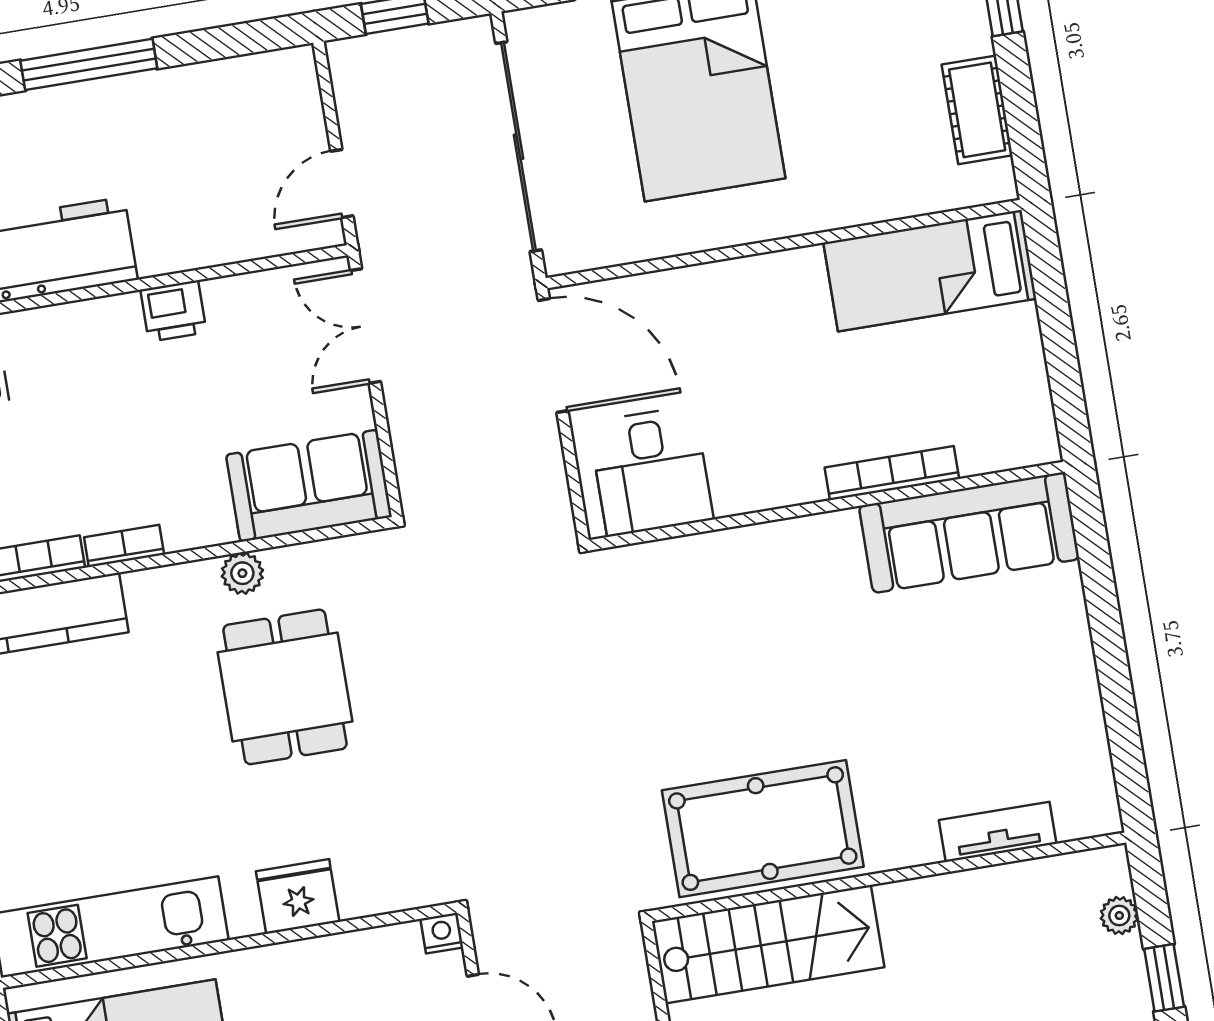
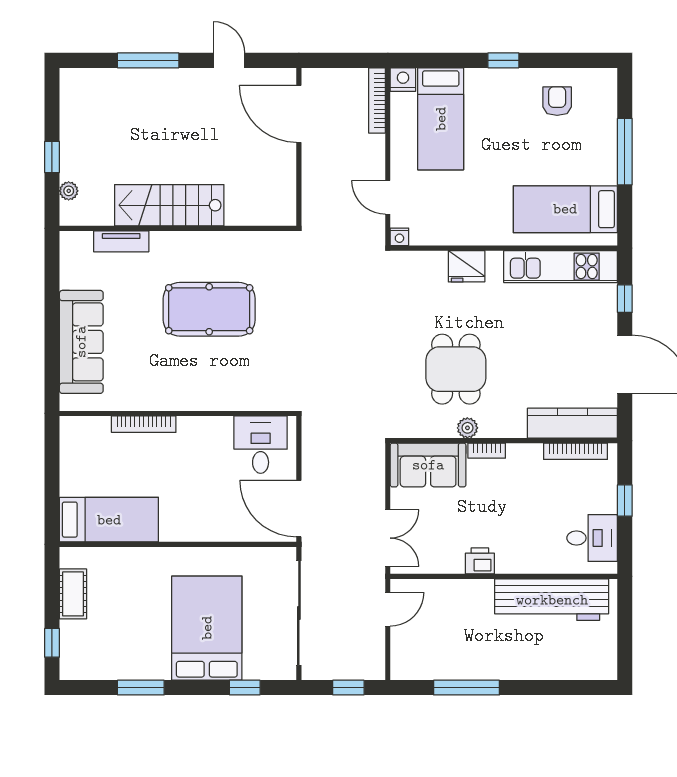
window: (89, 64) -> (467, 688), moved
sofa: (969, 533) -> (81, 342), moved, turned 90
bookcase: (124, 546) -> (487, 451), moved
pool table: (763, 829) -> (209, 309), moved
stairs: (768, 944) -> (169, 205), moved

